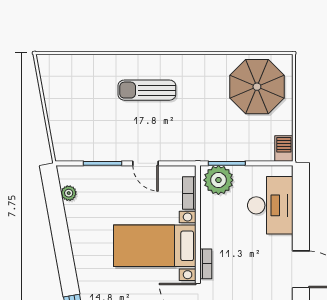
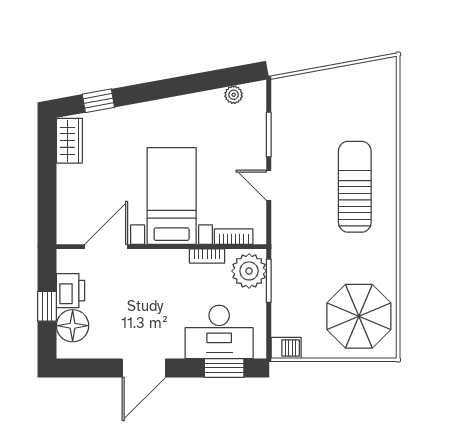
sun lounger: (147, 90) -> (355, 187), width x1.36, depth x1.34
door: (146, 163) -> (269, 185), hinge flipped
window: (301, 201) -> (224, 368), added
bookcase: (206, 264) -> (207, 256), moved

